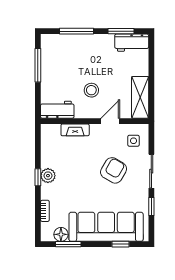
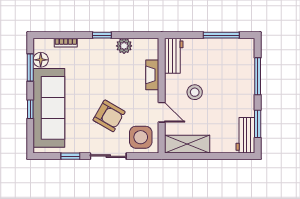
side table: (134, 141) -> (141, 137), width x1.87, depth x1.87
plant: (48, 176) -> (124, 46), moved
window: (121, 244) -> (30, 109), moved

